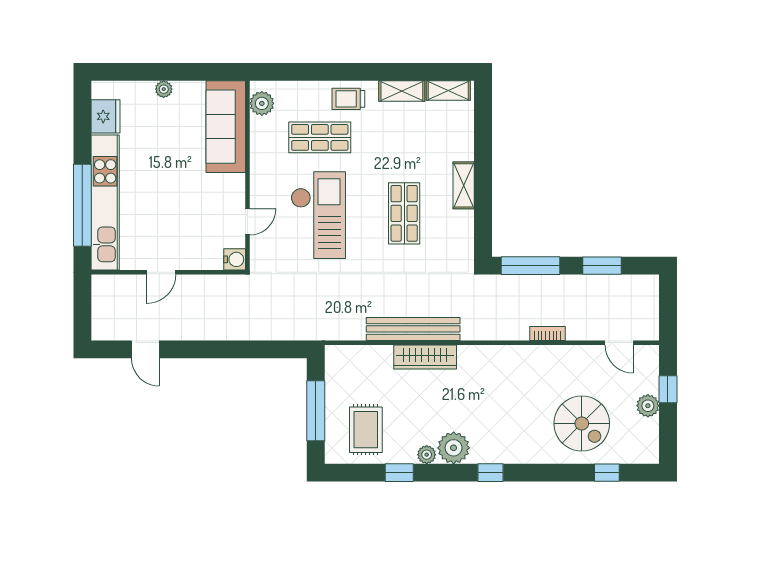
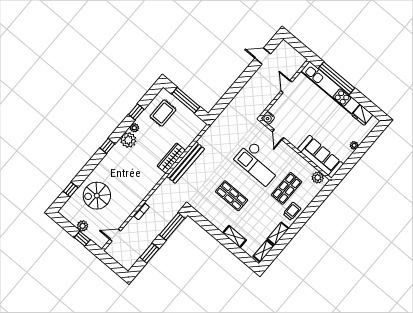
shelving: (464, 185) -> (234, 236), moved
rug: (366, 430) -> (163, 113), turned 90

